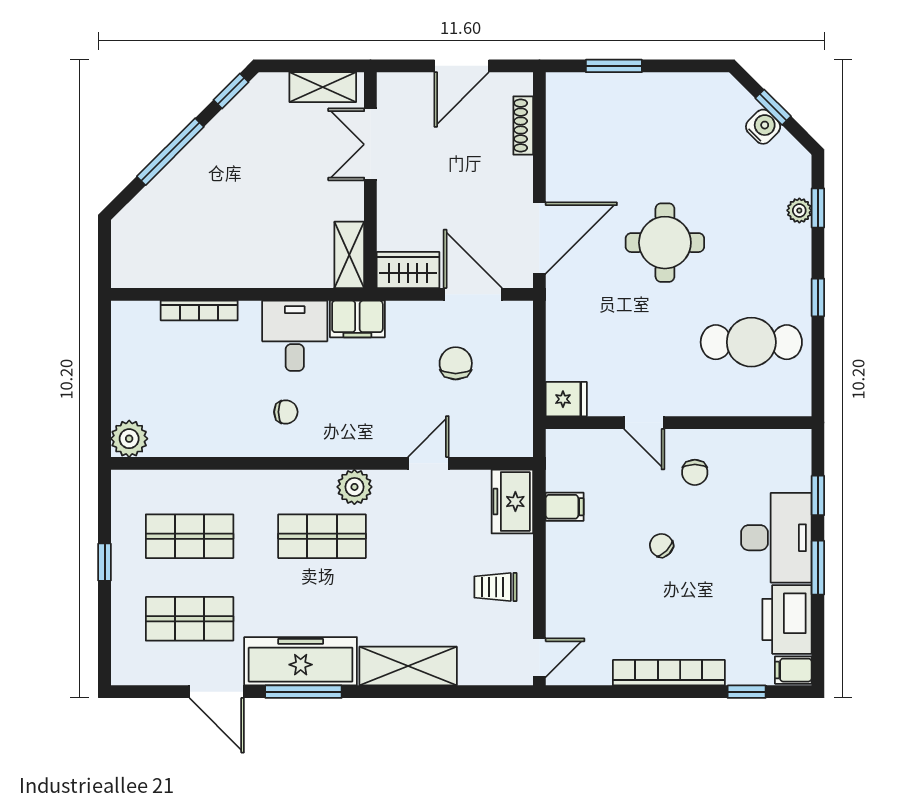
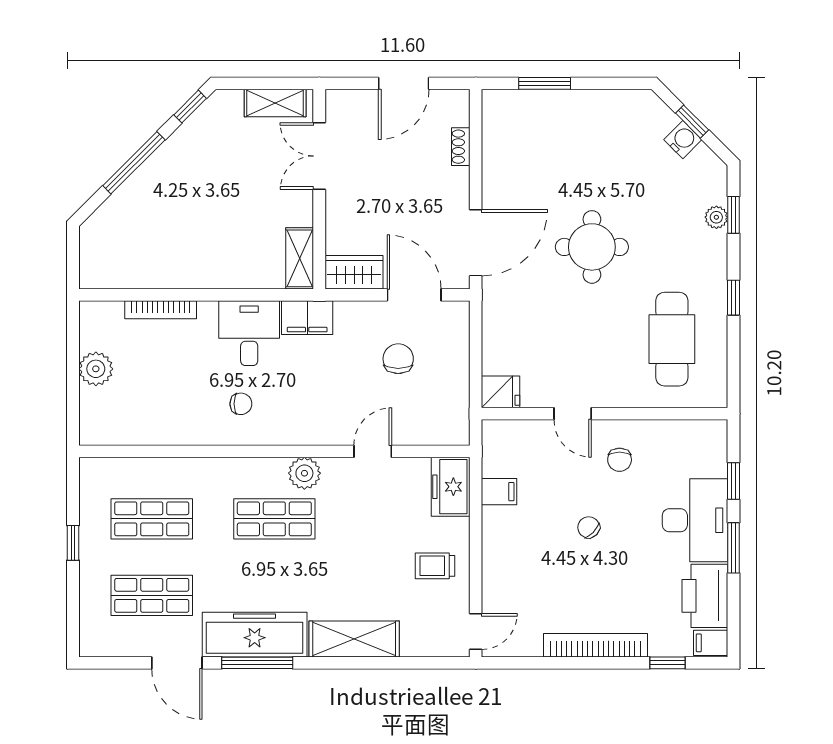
shoe rack: (523, 125) -> (461, 147), width x0.70
cafe table: (751, 342) -> (672, 339), turned 90
plant: (129, 439) -> (96, 369), moved

